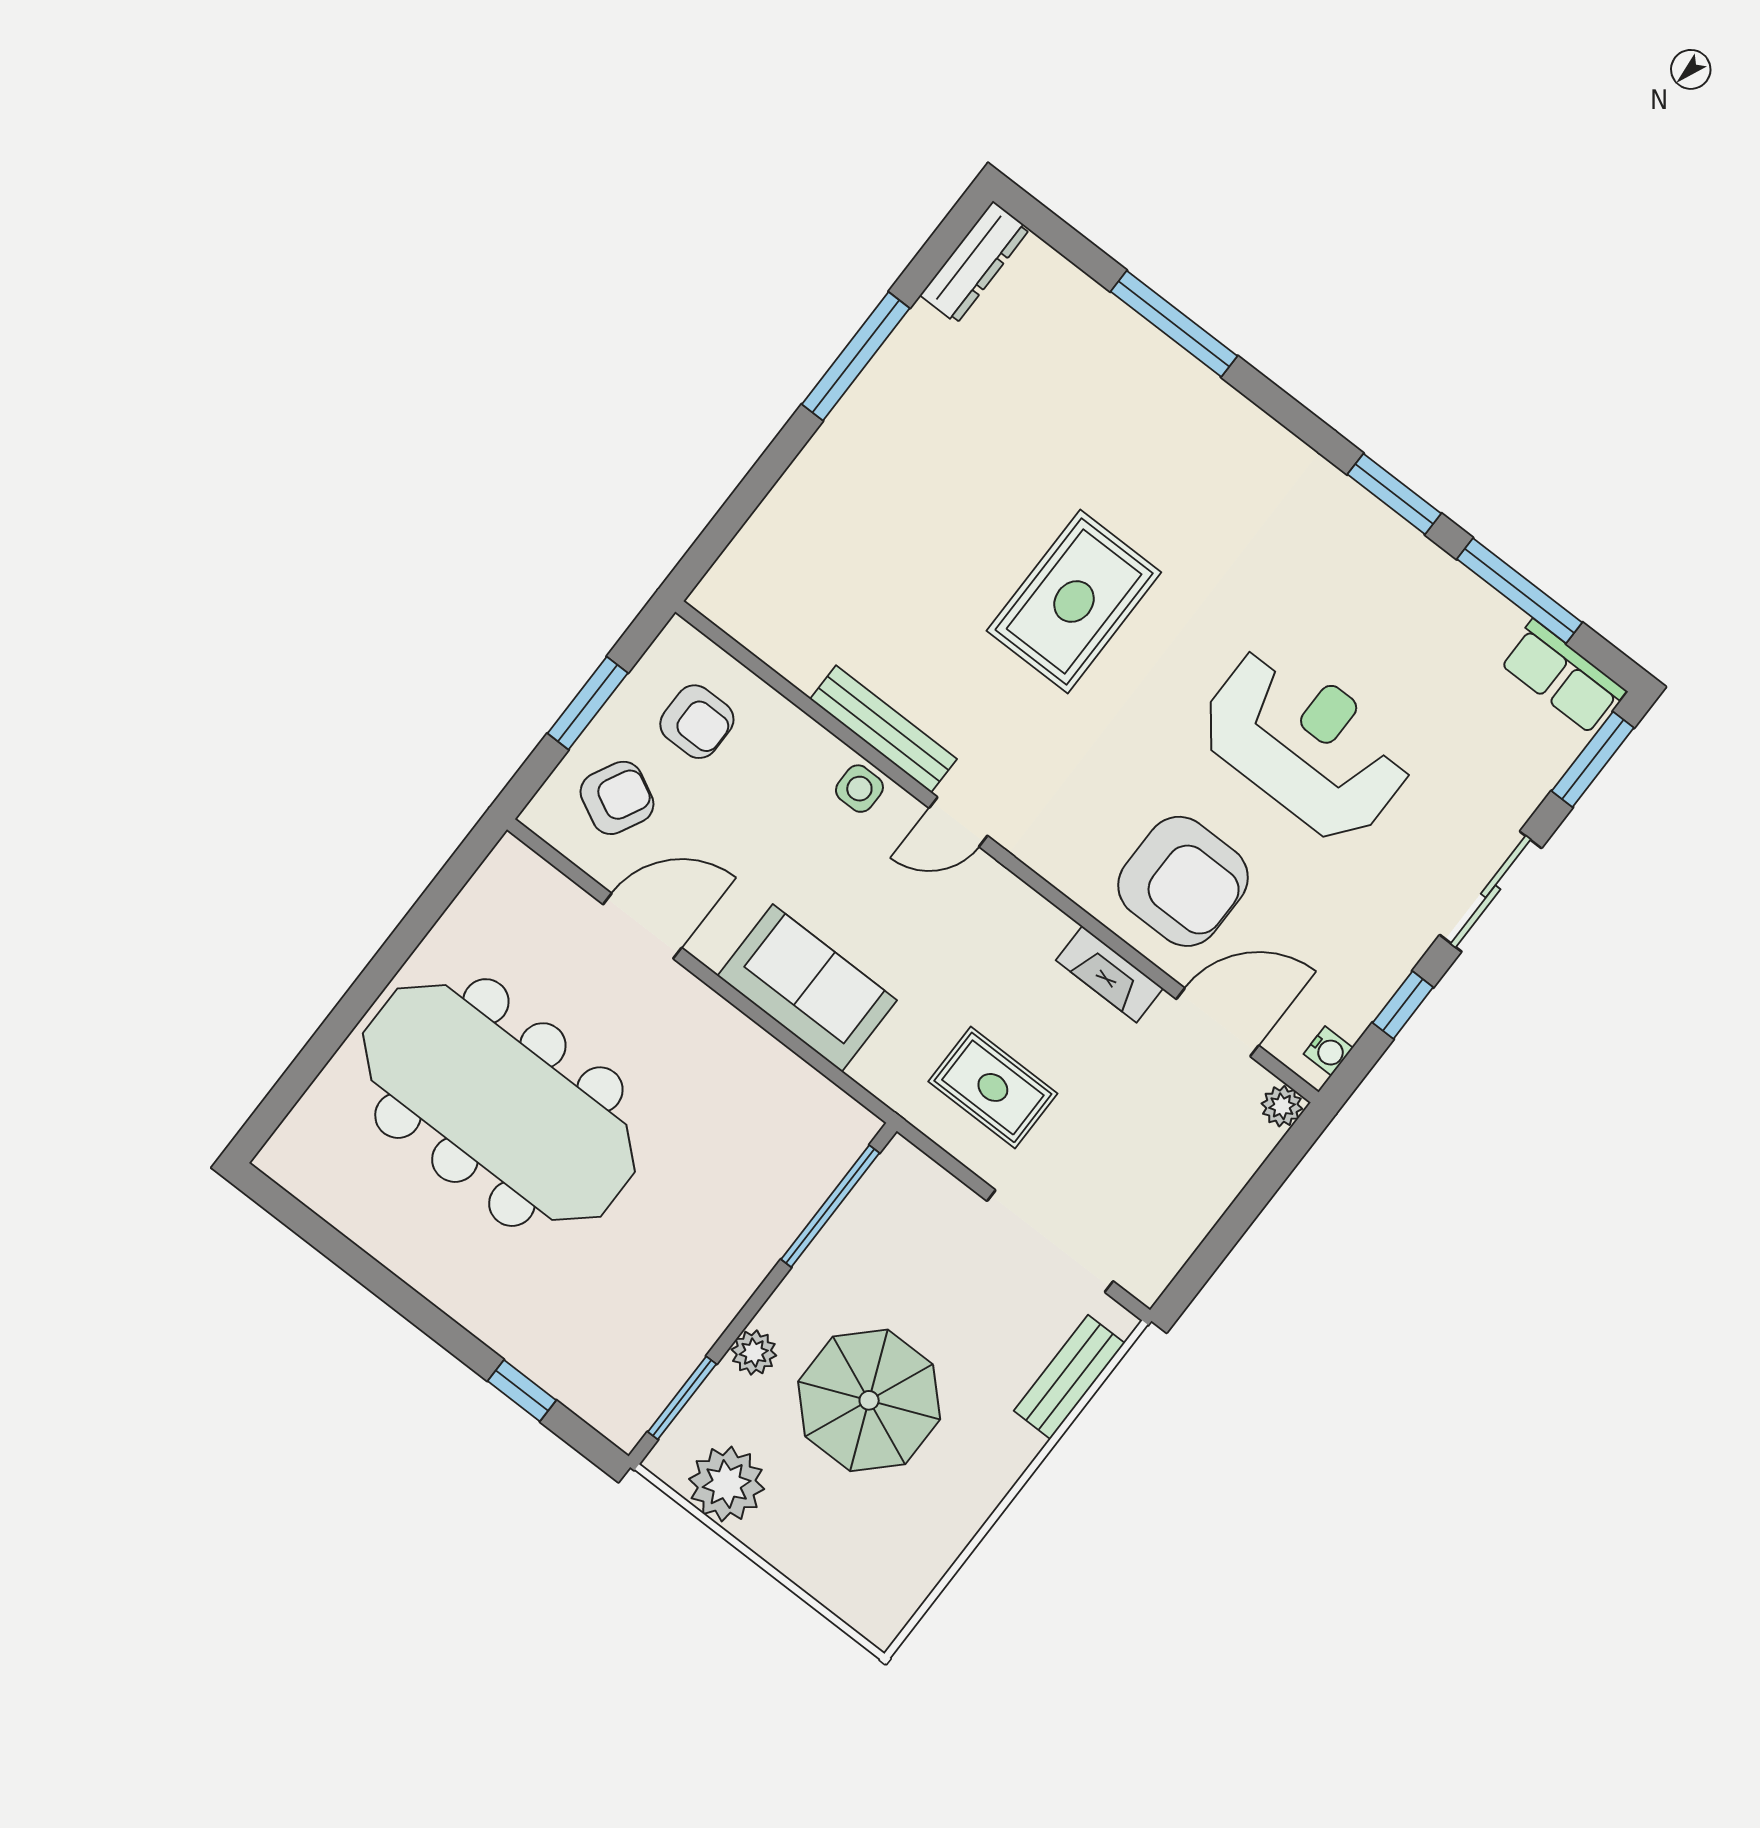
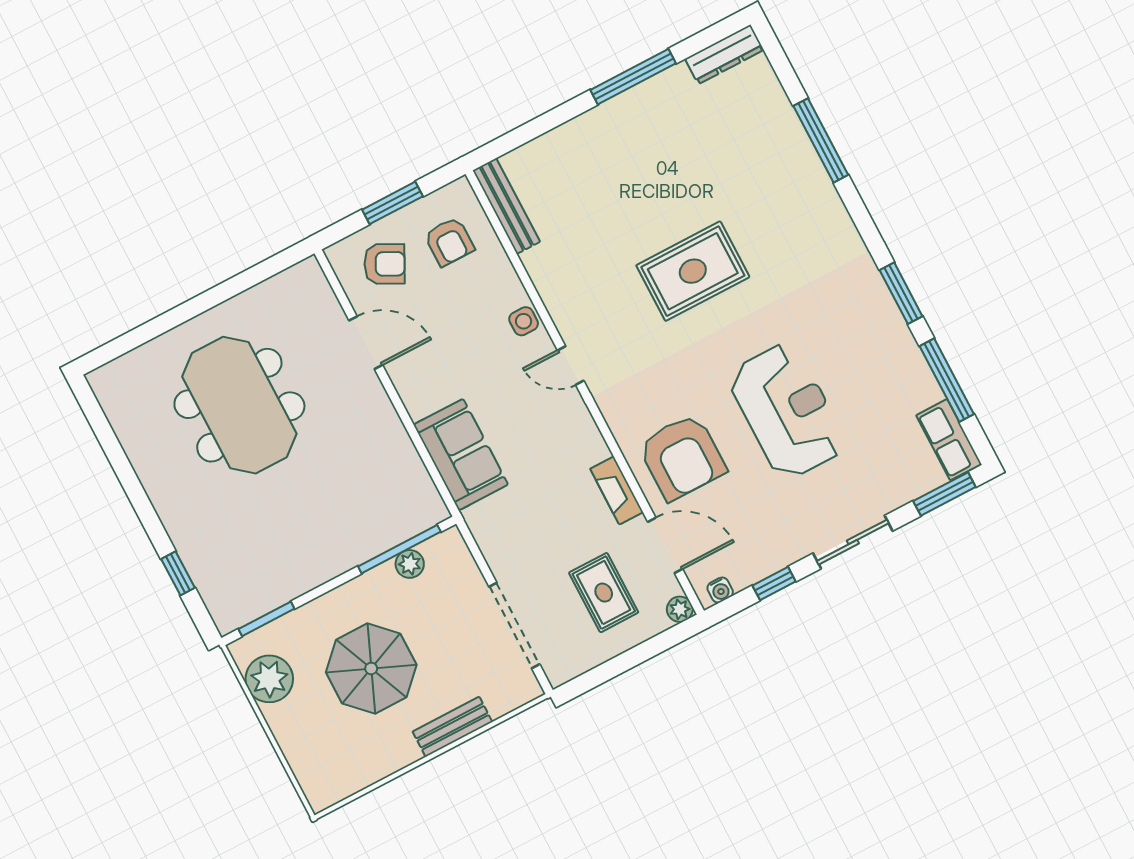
bench: (883, 729) -> (506, 206), moved
sofa: (807, 988) -> (461, 455), moved
rug: (993, 1087) -> (604, 593), moved
meeting table: (499, 1103) -> (239, 405), width x0.73
plant: (754, 1352) -> (410, 564), moved
bench: (1069, 1377) -> (452, 727), moved

